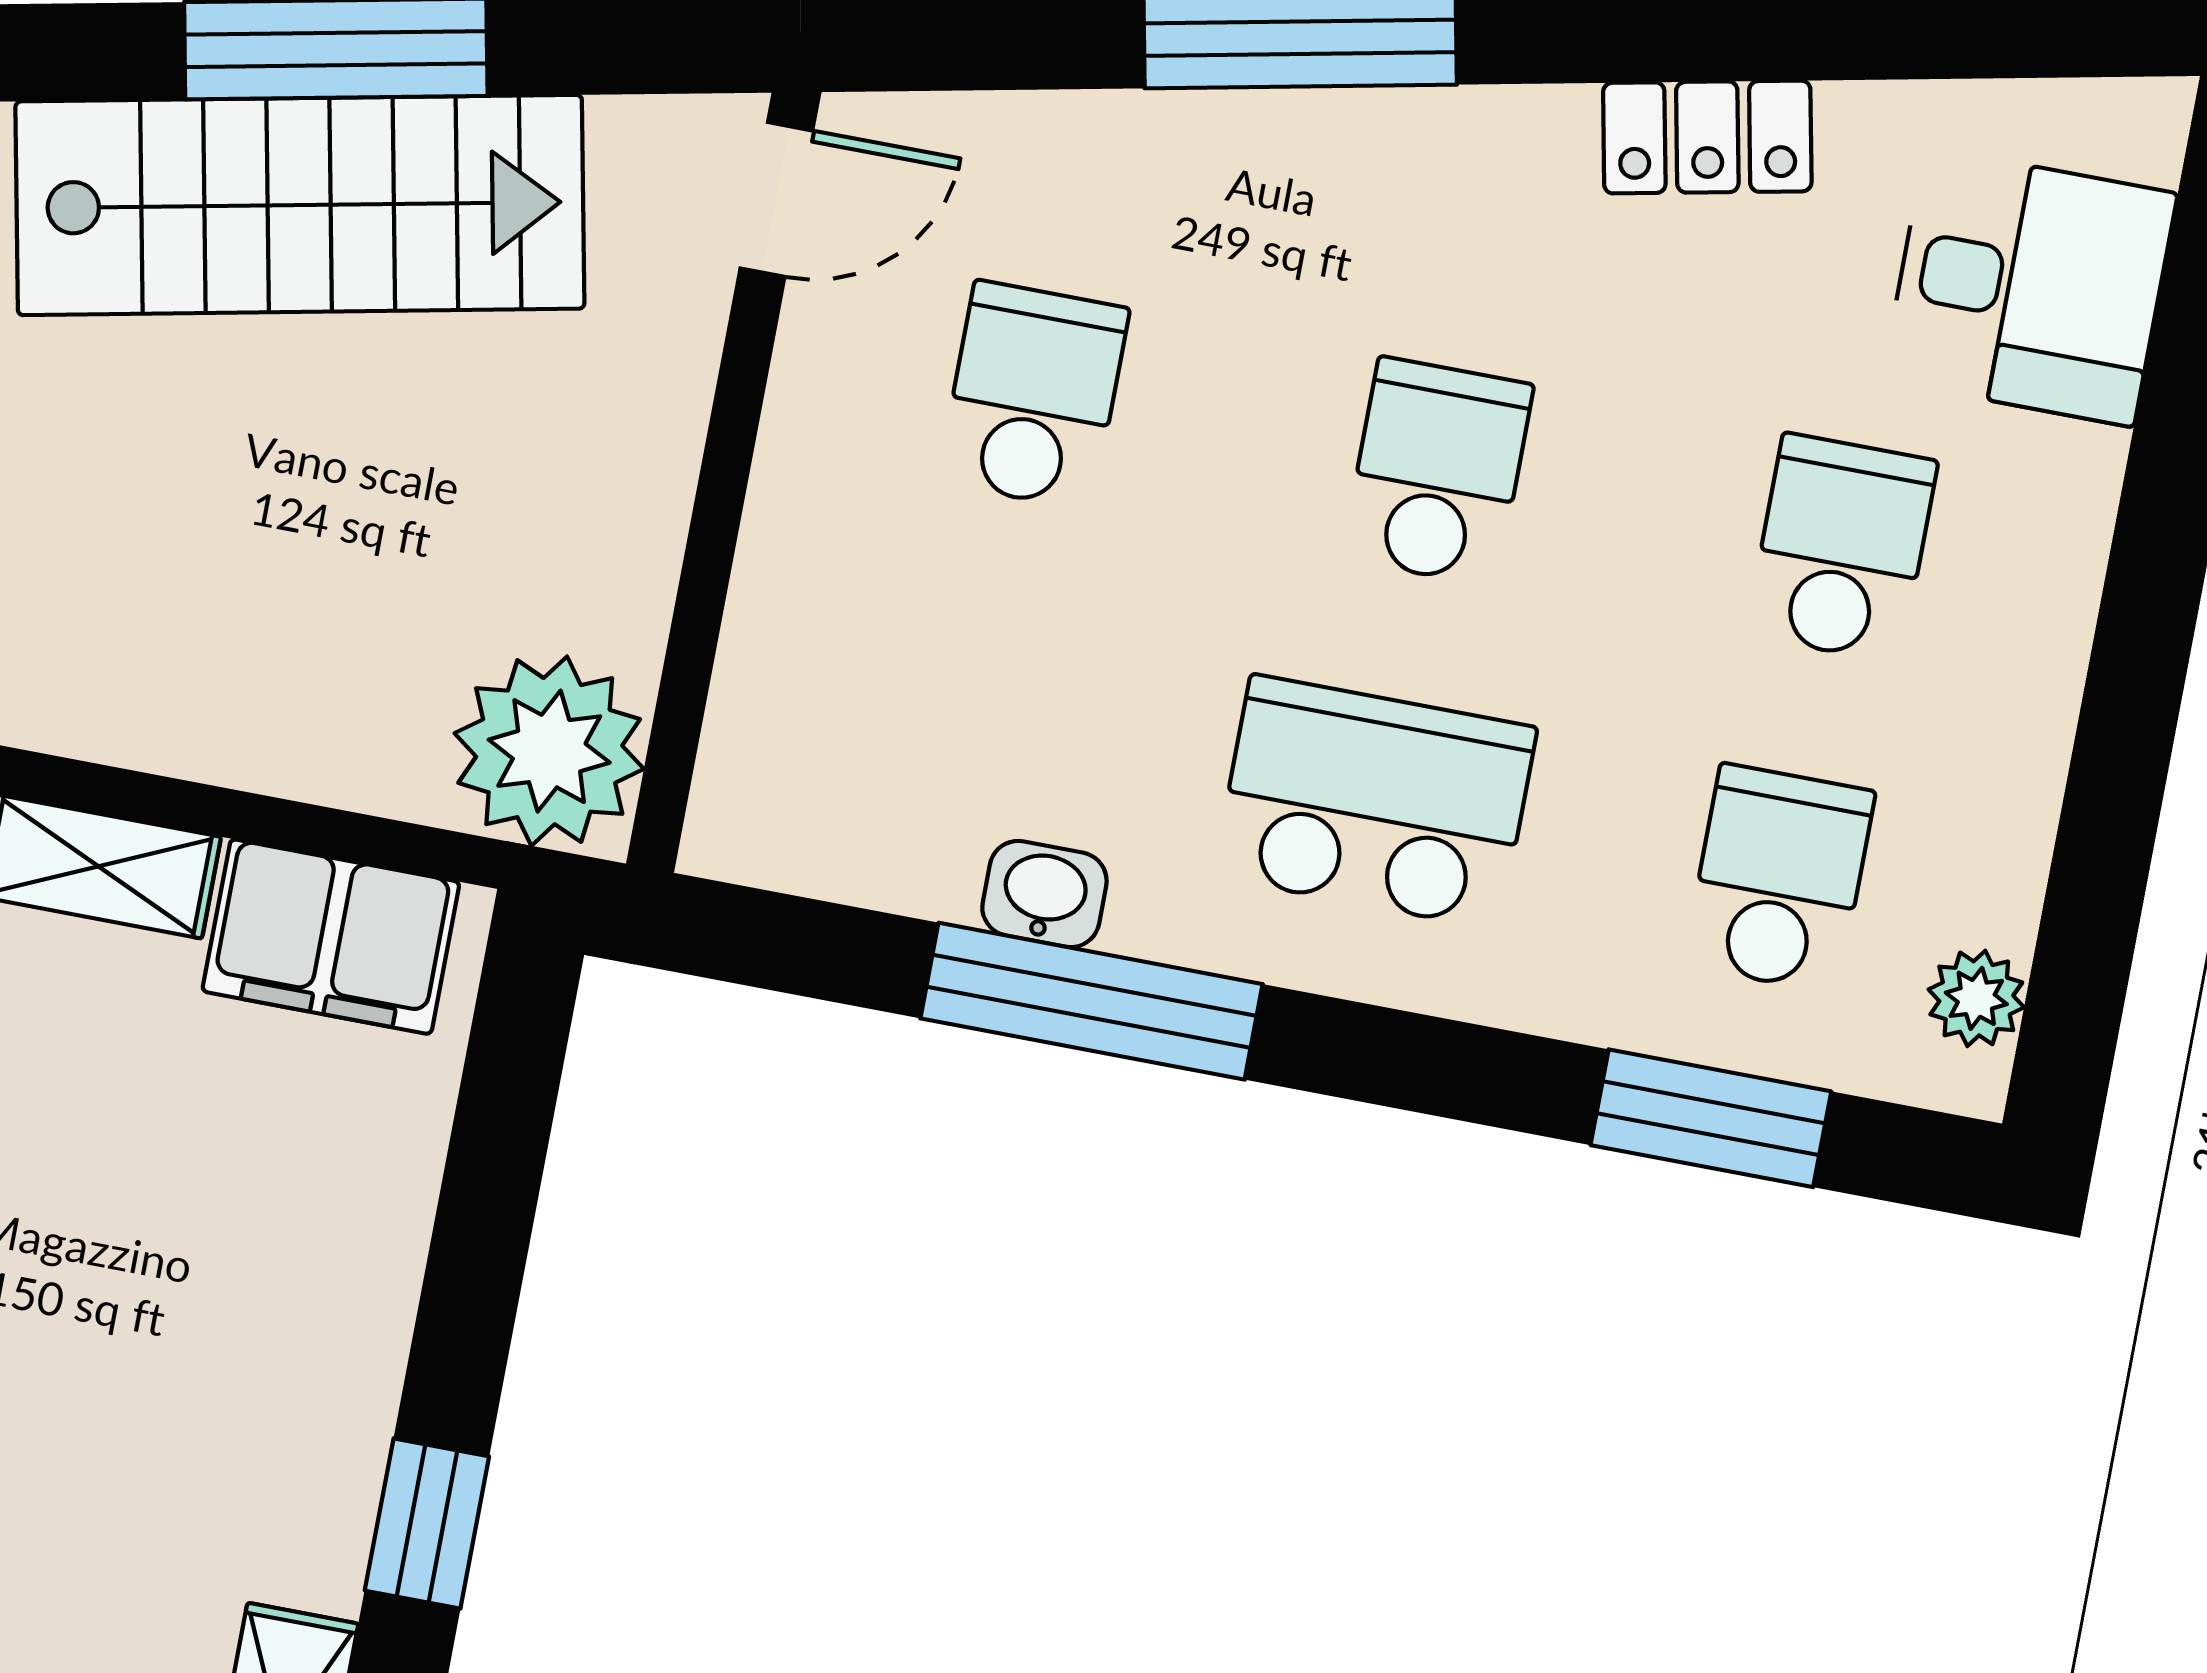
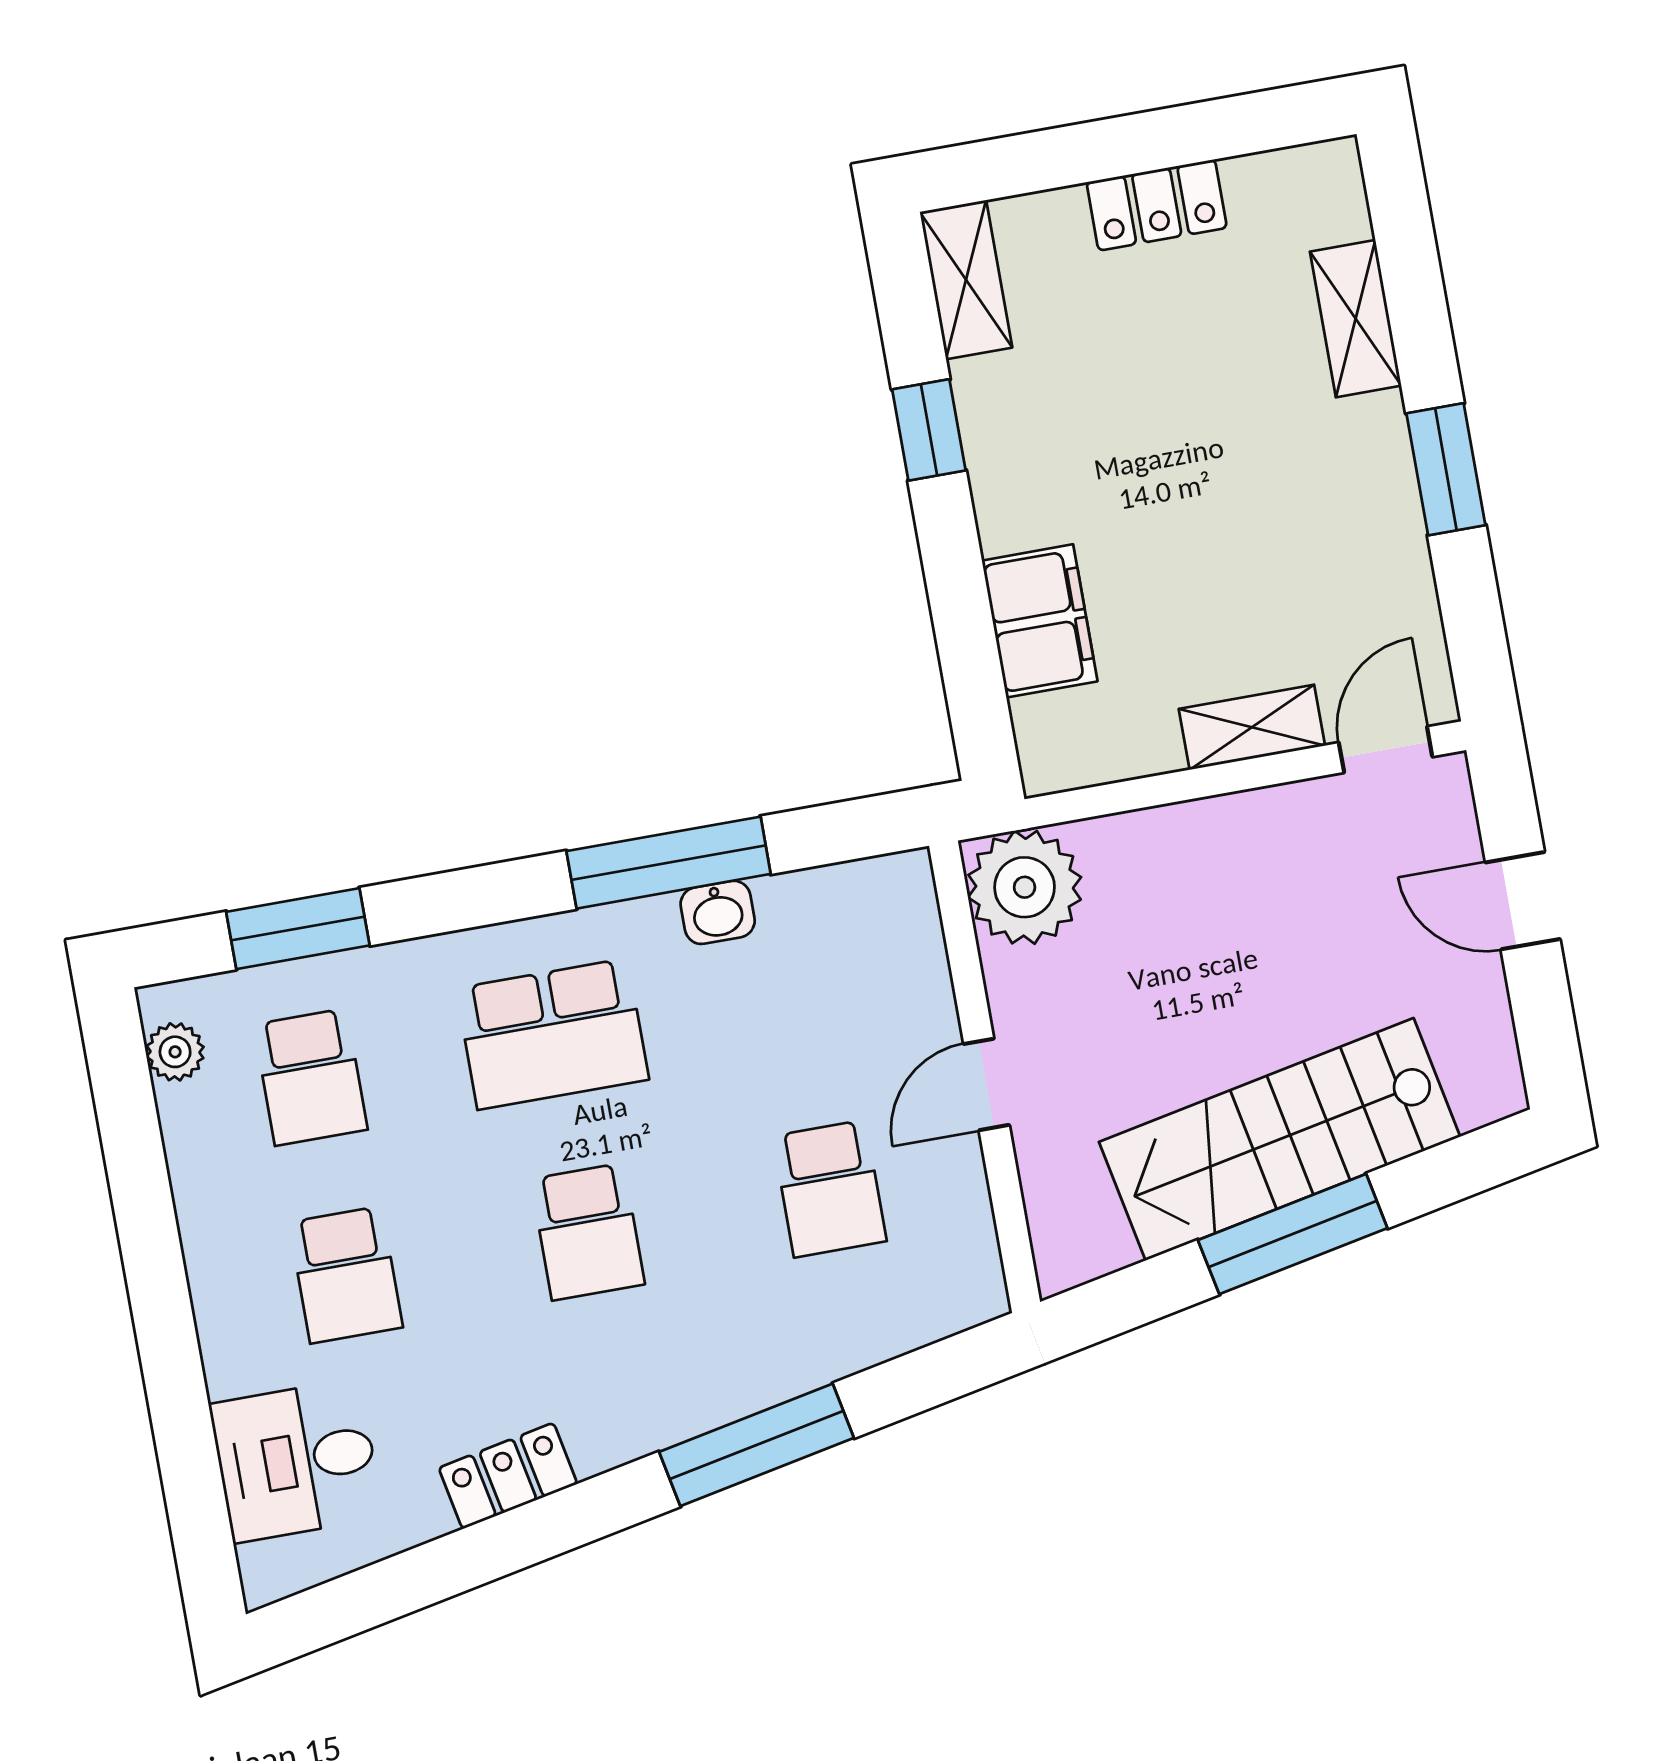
door: (776, 199) -> (986, 1084), moved
filing cabinet: (331, 937) -> (1040, 621), moved, turned 90

